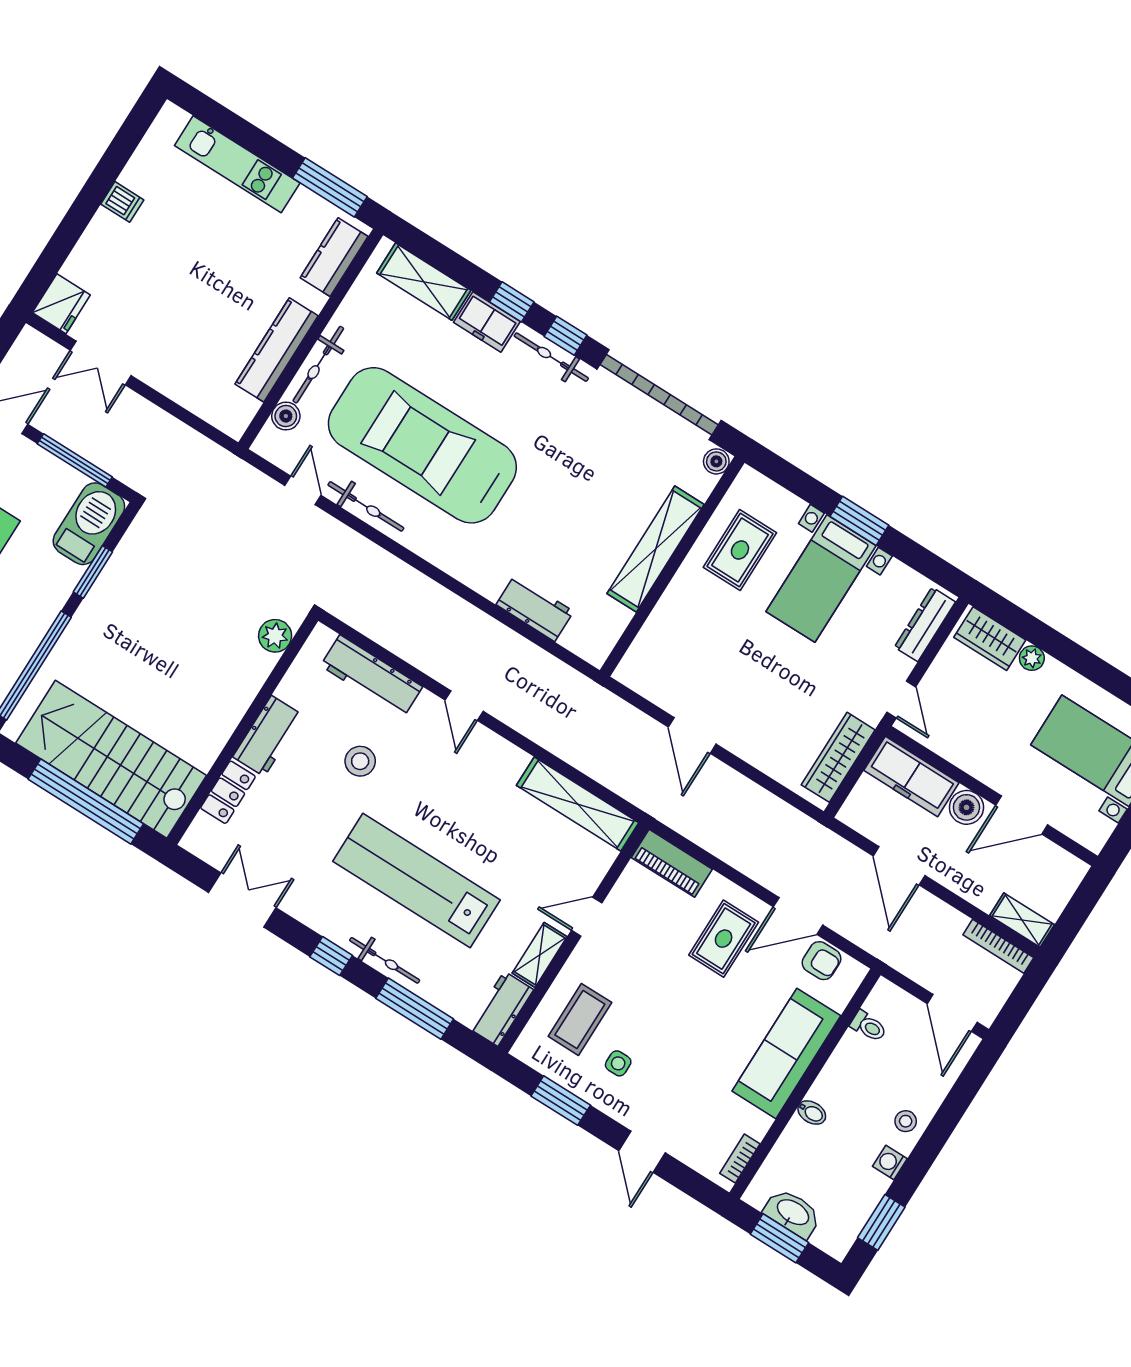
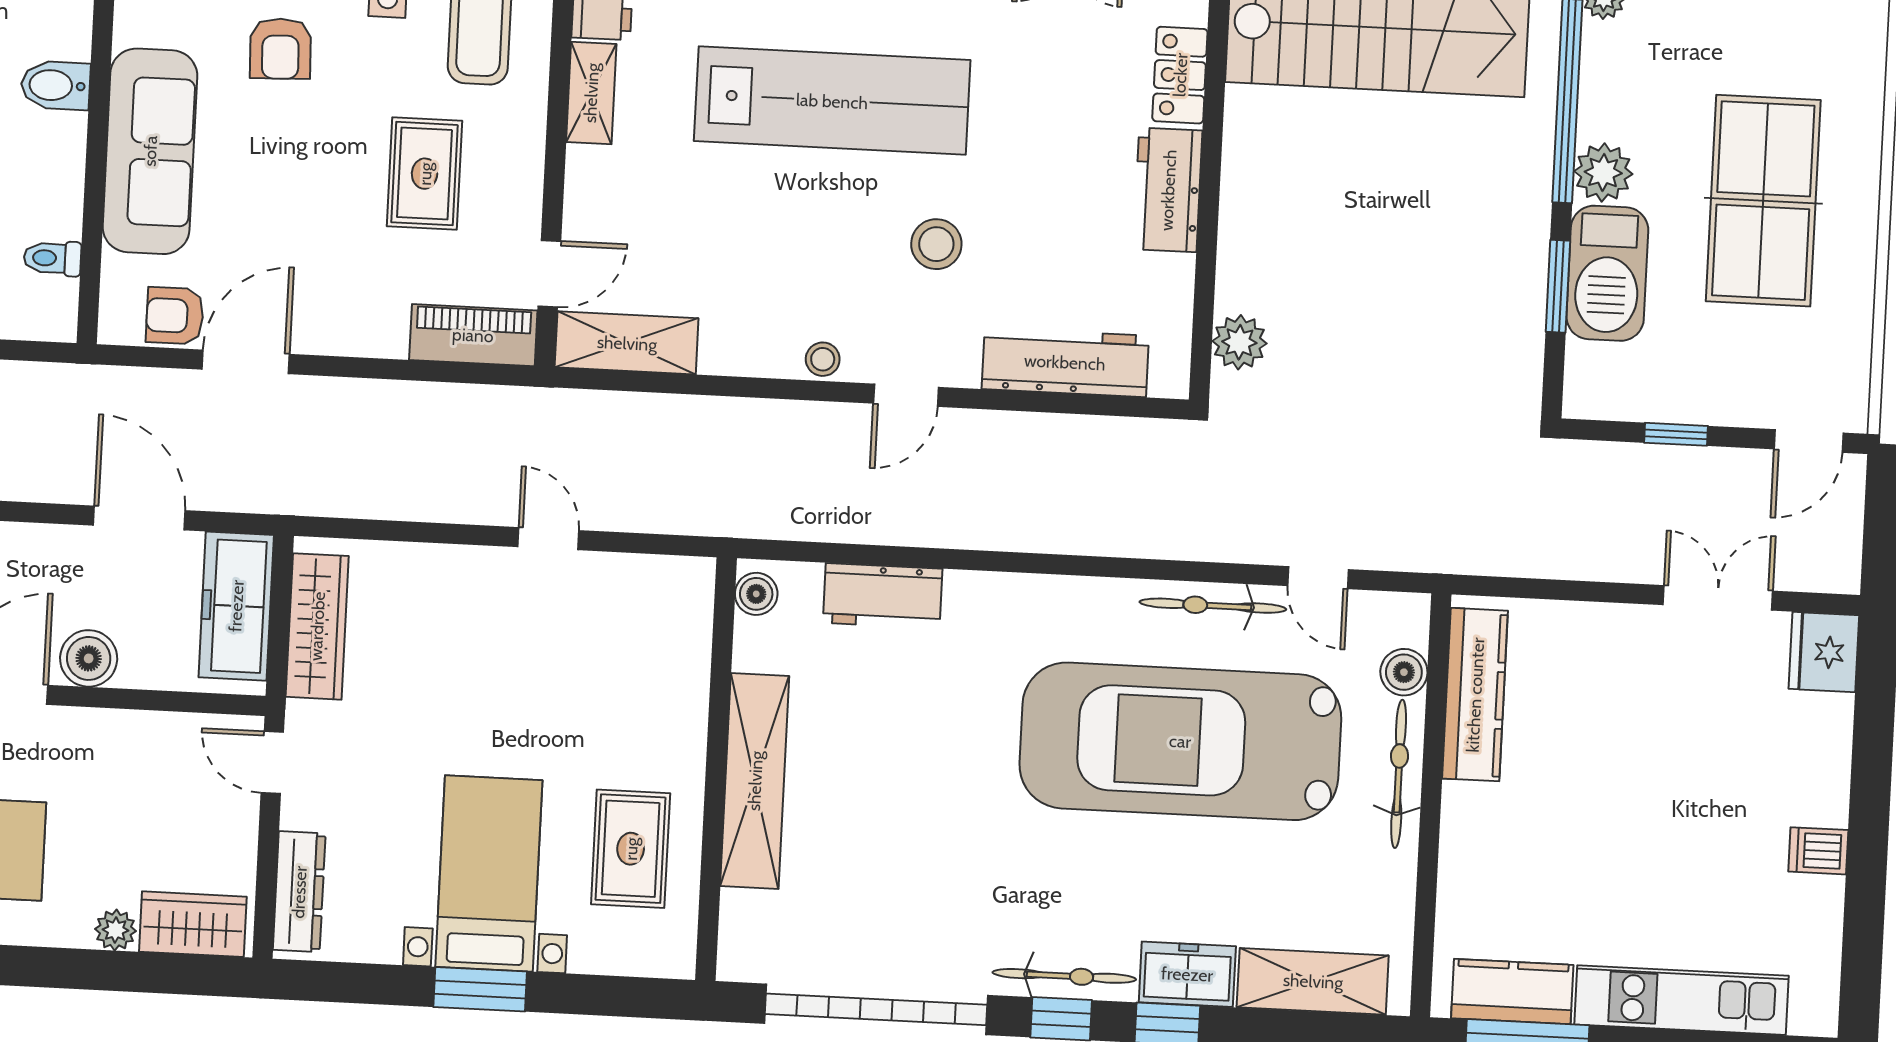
kitchen counter: (334, 257) -> (1512, 992), moved, turned -90
kitchen counter: (277, 350) -> (1475, 695), moved
car: (422, 445) -> (1180, 741), turned 180
window: (75, 460) -> (1676, 434), width x0.46
boiler: (716, 461) -> (756, 594), moved
barbecue: (89, 524) -> (1607, 273), moved
plant: (36, 618) -> (1603, 173), added
door: (464, 706) -> (906, 395), swing flipped
door: (692, 735) -> (548, 539), width x0.73
stool: (497, 749) -> (823, 359), added
stool: (360, 761) -> (936, 244), moved
freezer: (911, 777) -> (236, 606), moved, turned -90
shelving: (578, 804) -> (627, 343), width x0.68
door: (587, 917) -> (549, 274), moved
rug: (724, 939) -> (425, 174), moved
armchair: (689, 1069) -> (280, 49), added
bidet: (812, 1113) -> (56, 85), width x1.38, depth x1.36

